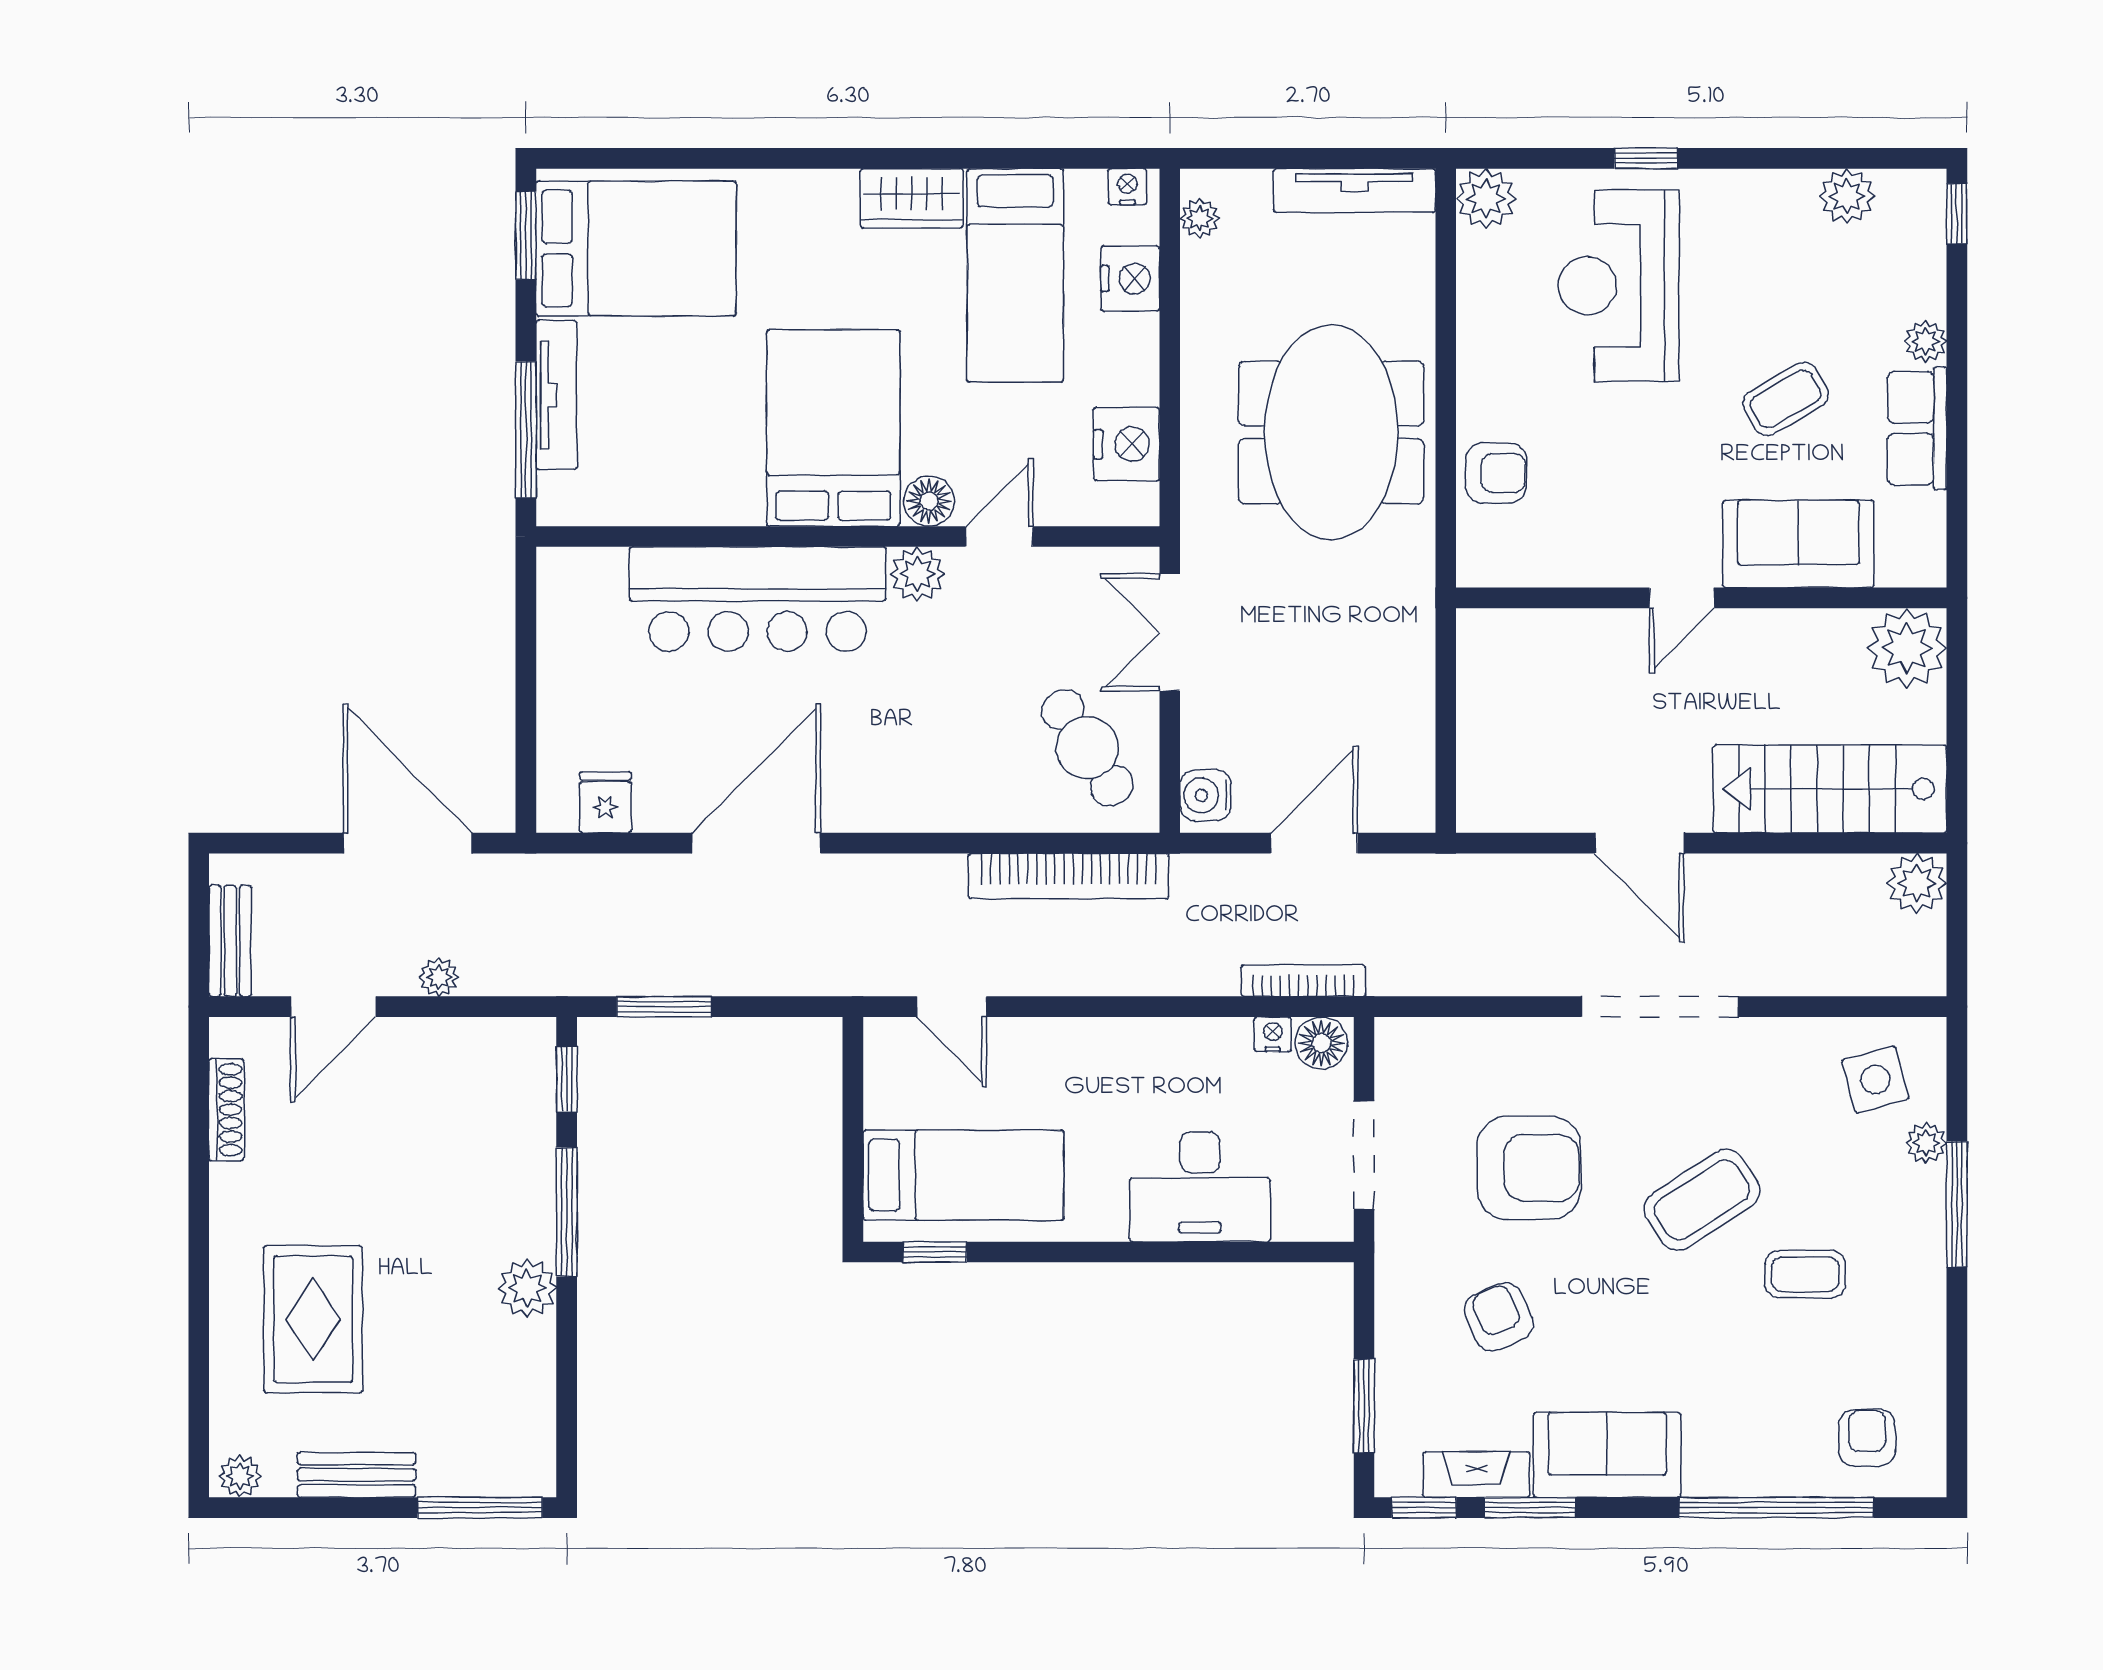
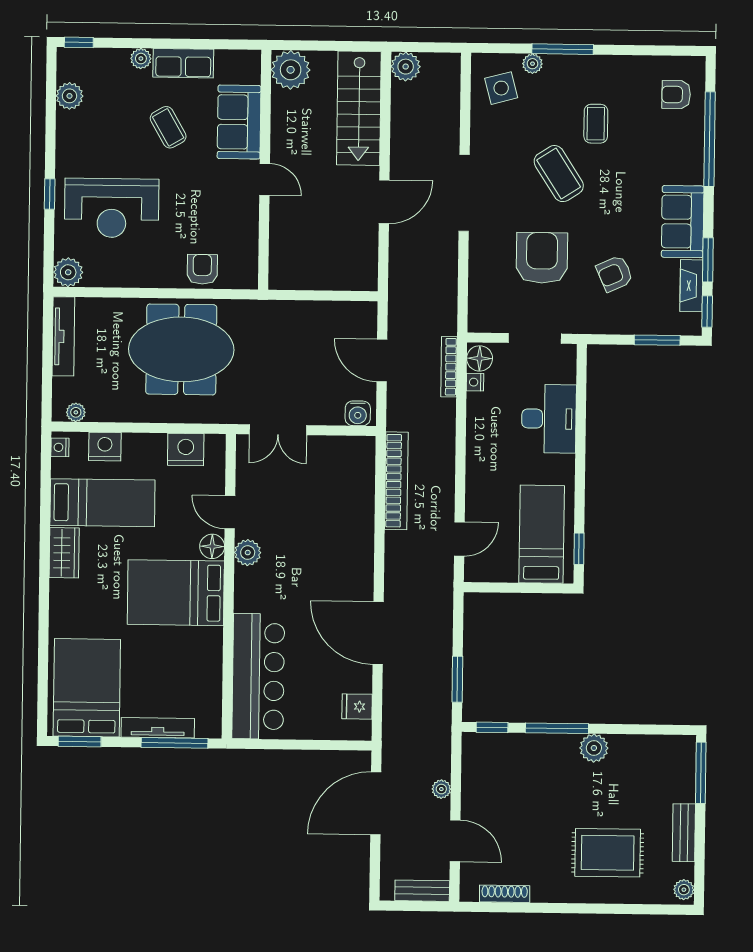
bar counter: (758, 599) -> (258, 676), moved
cafe table: (1087, 748) -> (334, 471), removed

